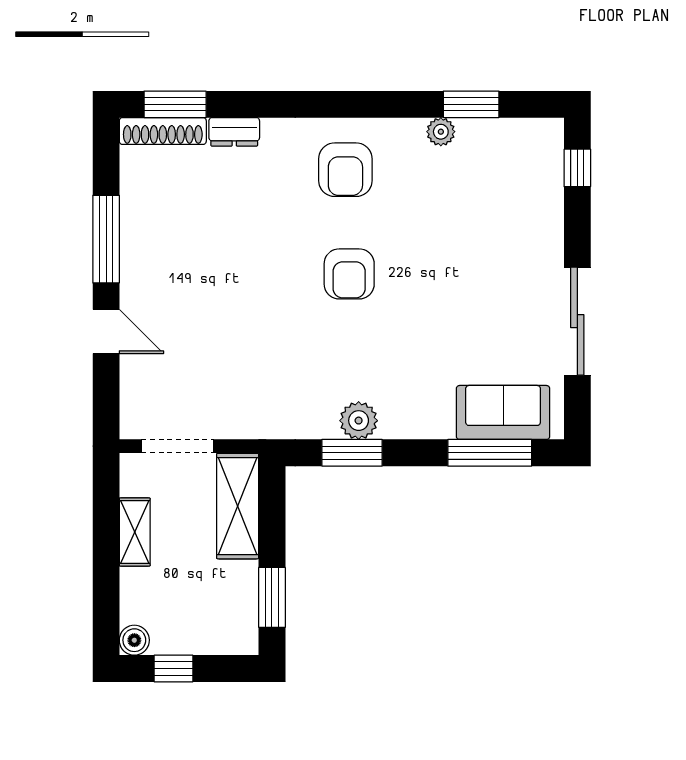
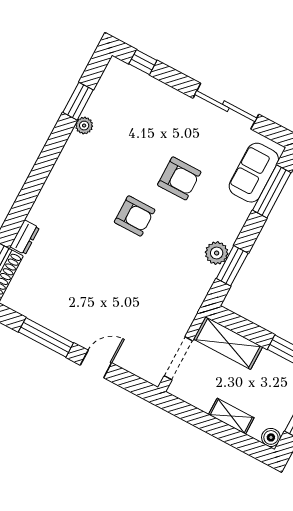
armchair: (345, 170) -> (179, 178), moved
shelving: (135, 532) -> (231, 416), moved

